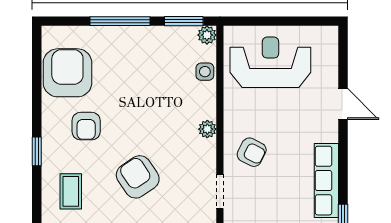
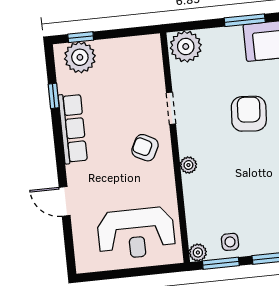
side table: (205, 72) -> (230, 242), moved
armchair: (138, 177) -> (249, 114), turned -142

